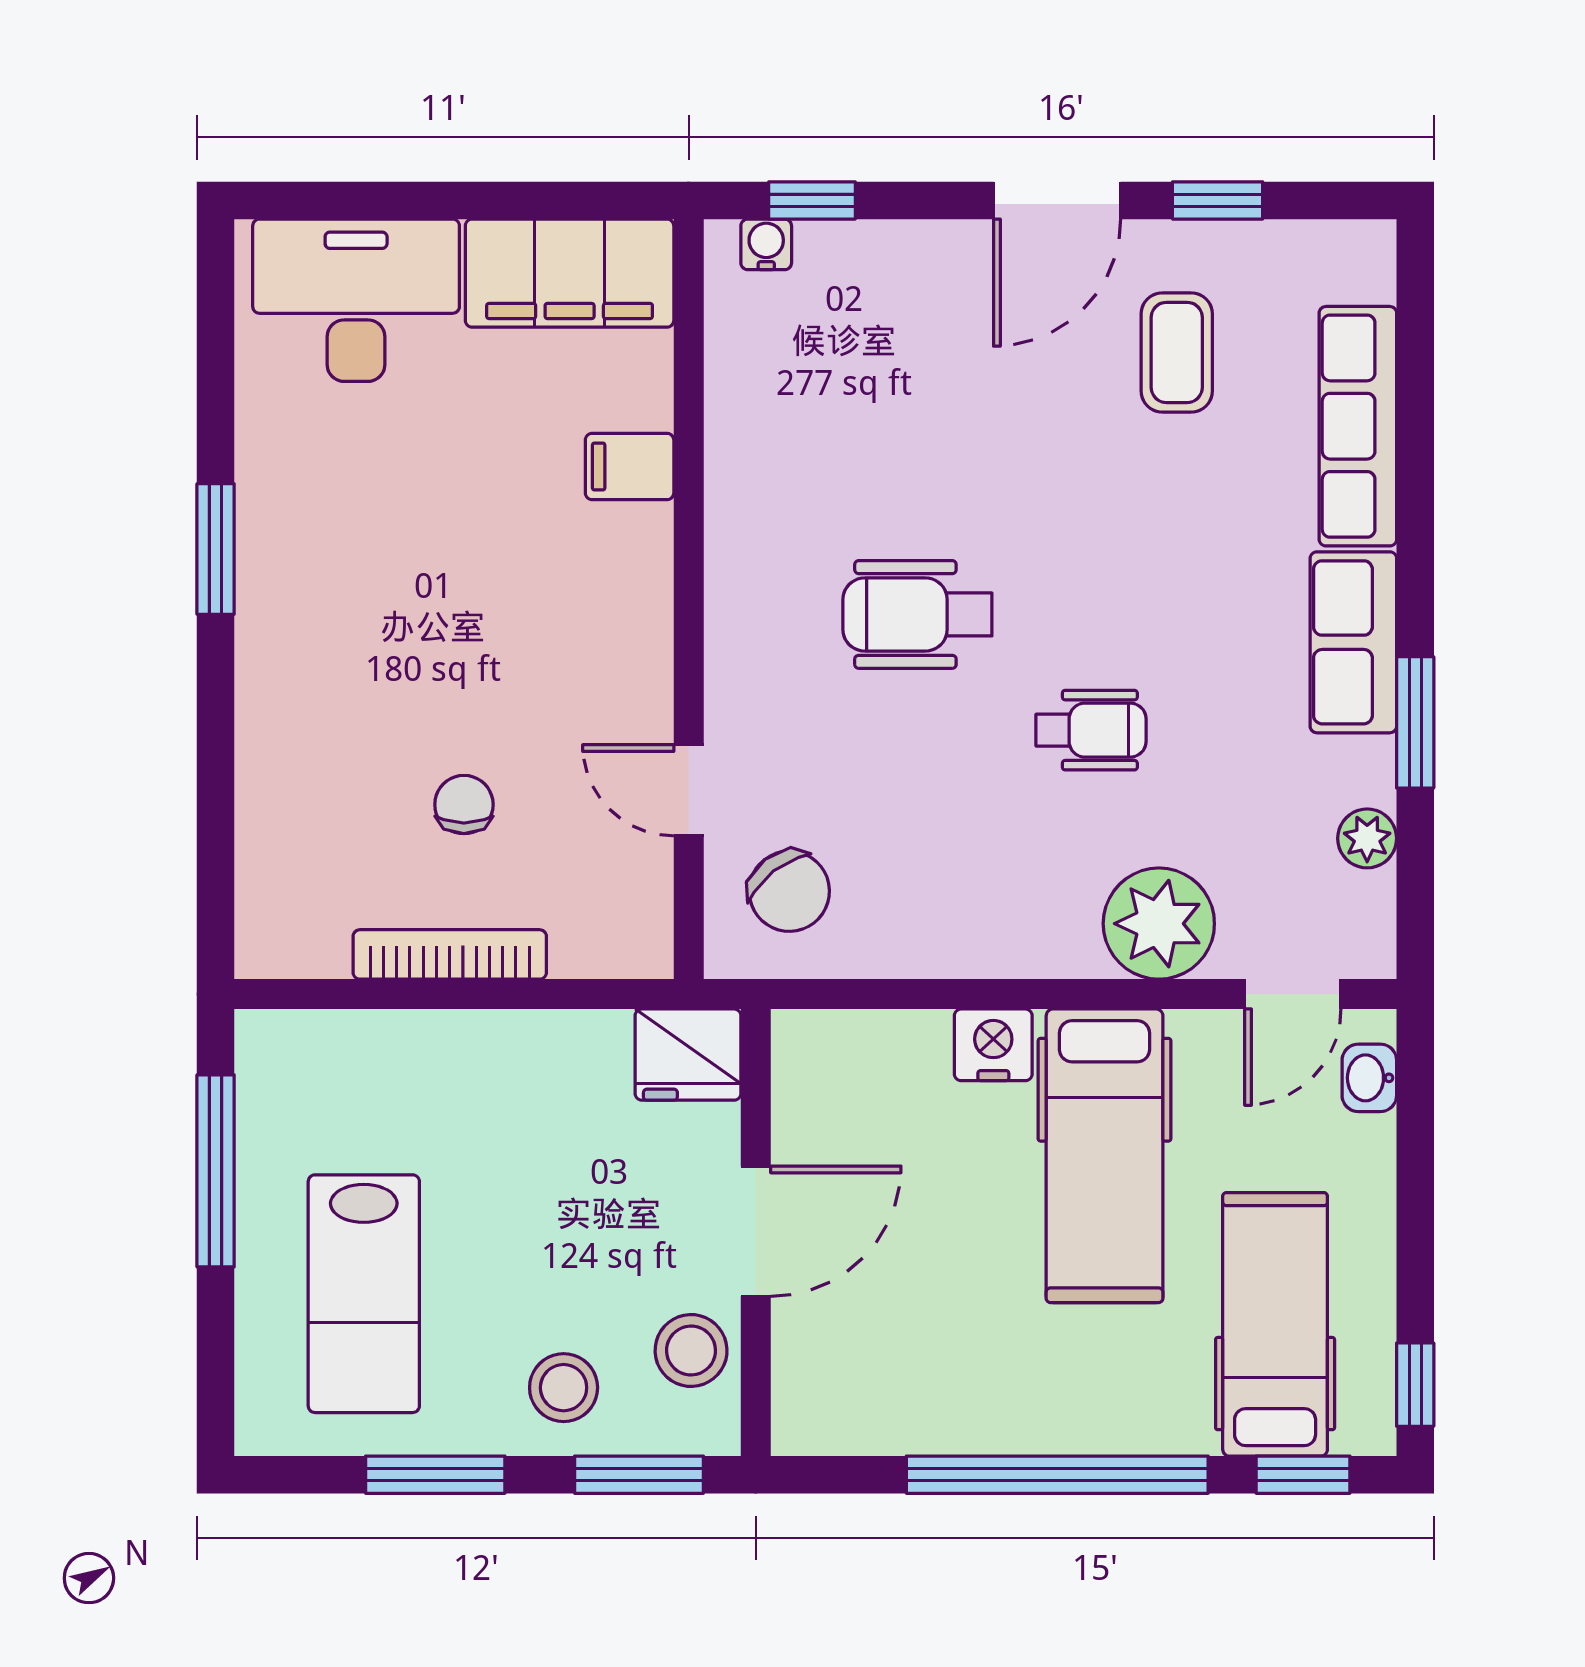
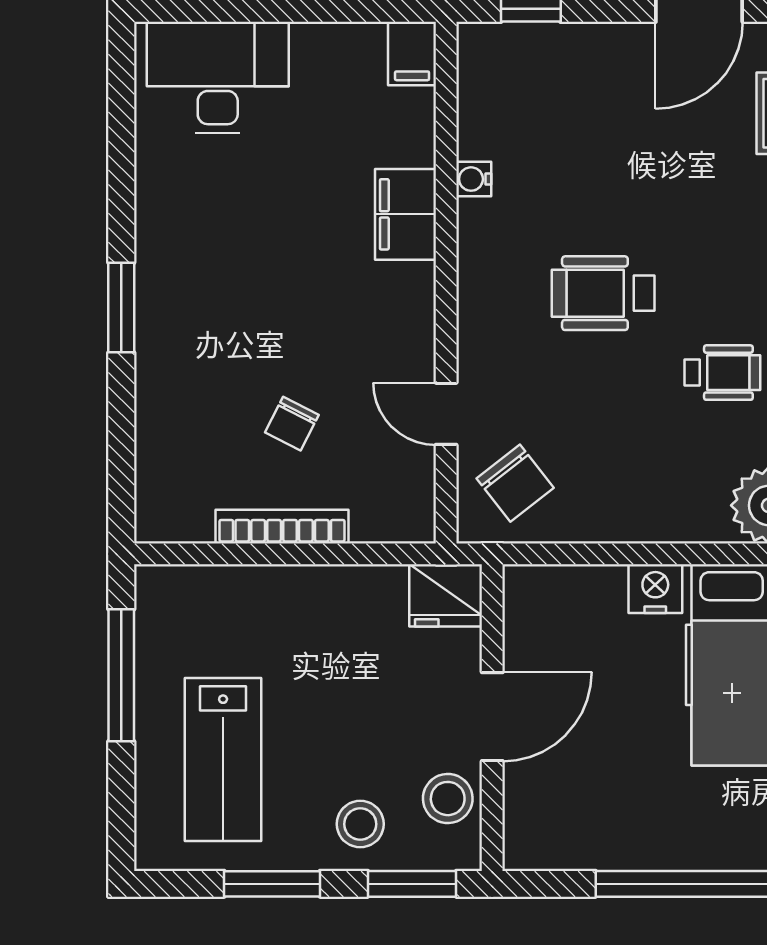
water cooler: (766, 244) -> (474, 179), moved, turned -90
filing cabinet: (570, 273) -> (412, 54), width x0.33, depth x0.86
filing cabinet: (630, 467) -> (406, 214), width x2.00
window: (216, 549) -> (121, 308), moved
chair: (464, 805) -> (292, 424), turned -153

